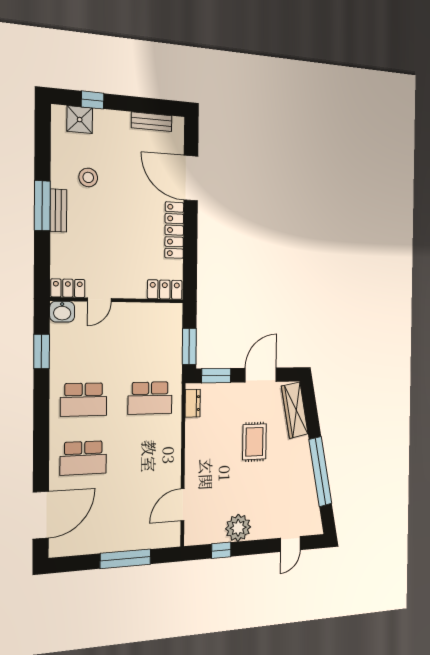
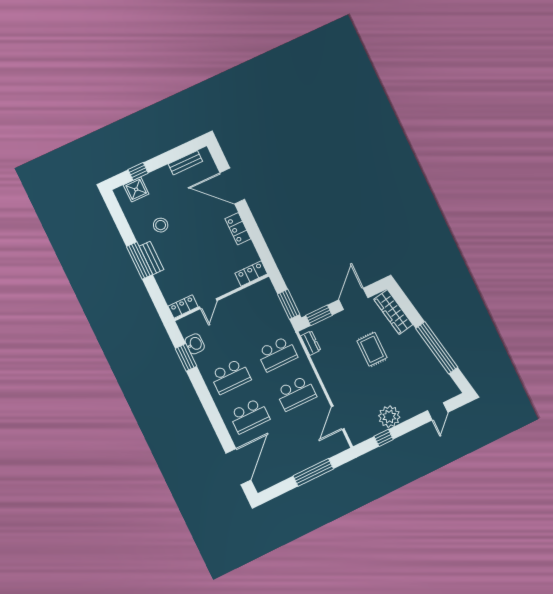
locker: (174, 230) -> (238, 229), width x0.66
washbasin: (62, 312) -> (195, 344), moved, turned -90
school desk: (150, 455) -> (296, 393), added

